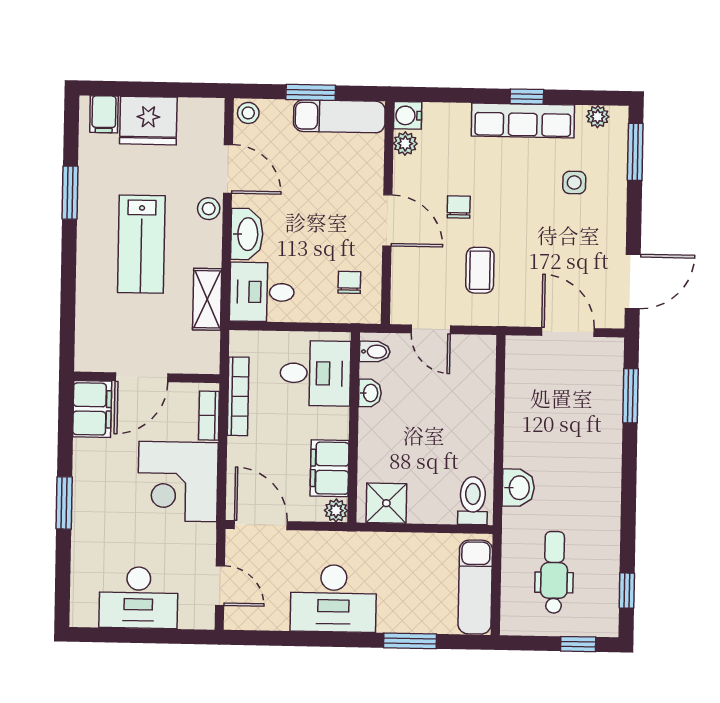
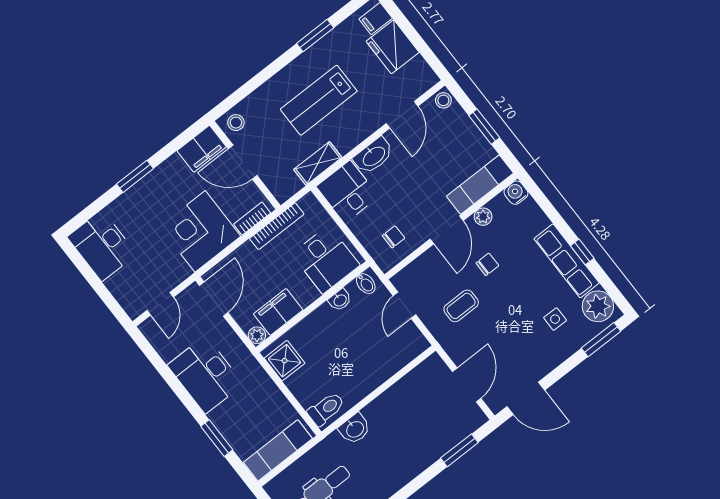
exam couch: (339, 116) -> (480, 185), moved, turned 90
plant: (598, 117) -> (598, 306), width x1.88, depth x1.88
plant: (405, 143) -> (483, 217), moved
stool: (209, 209) -> (236, 123), moved
desk: (138, 598) -> (102, 246), moved

